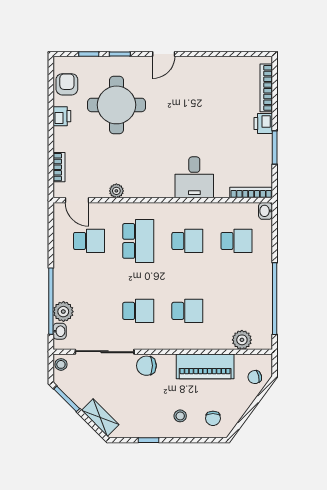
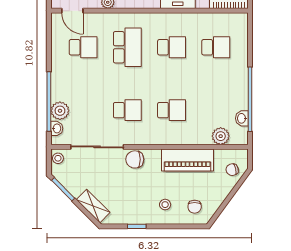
washbasin: (266, 211) -> (242, 118), moved

